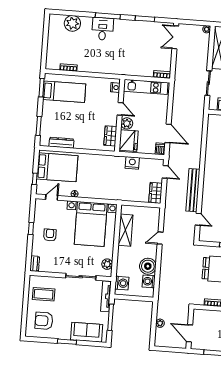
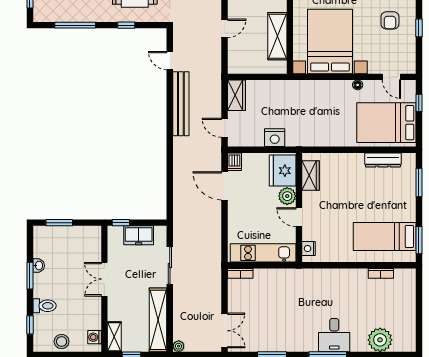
door: (52, 197) -> (391, 77), hinge flipped

